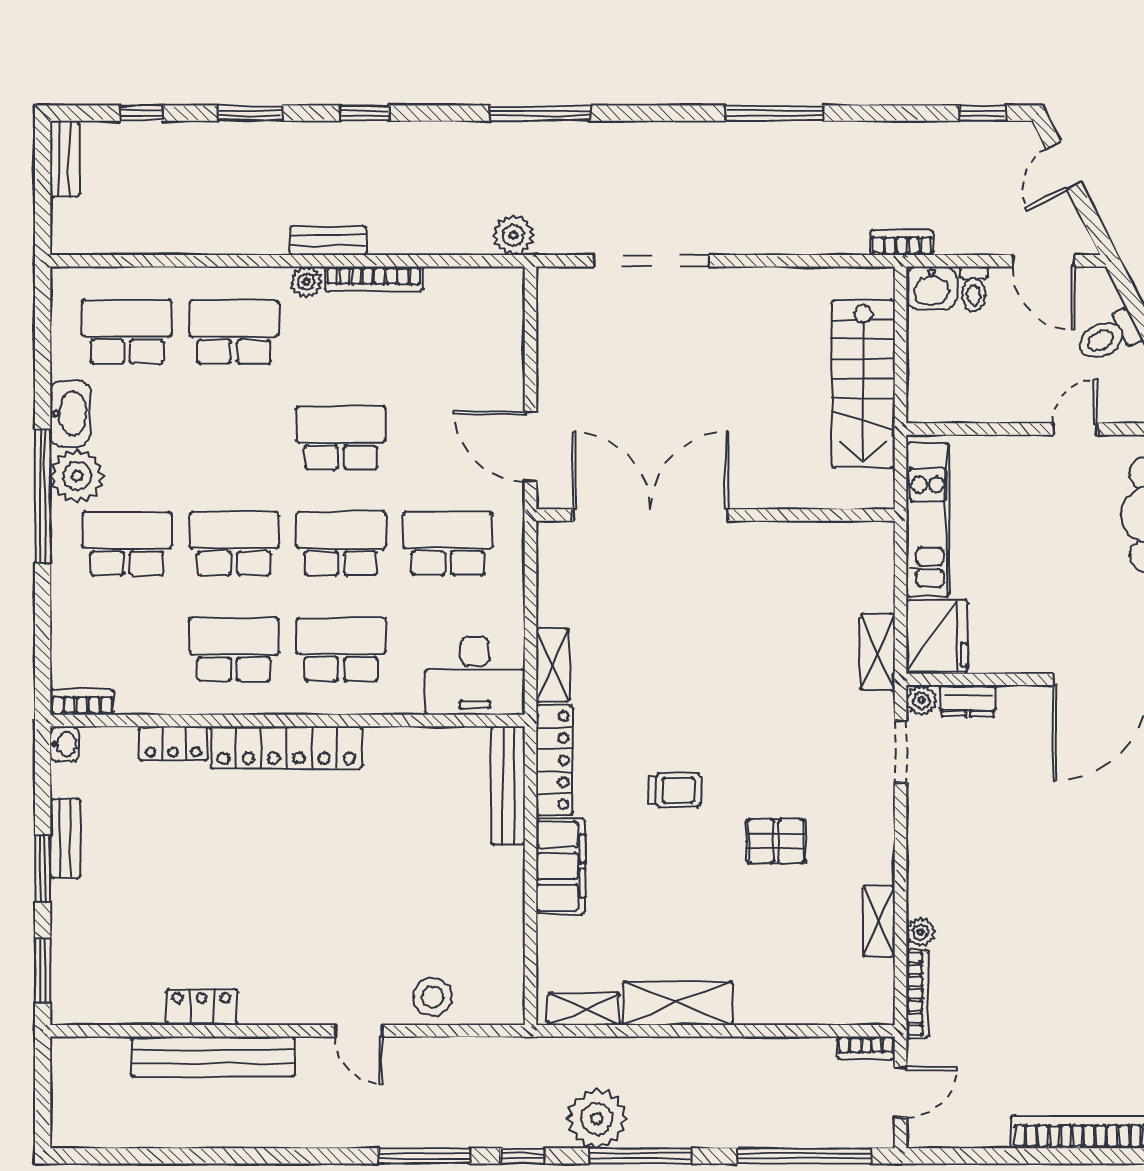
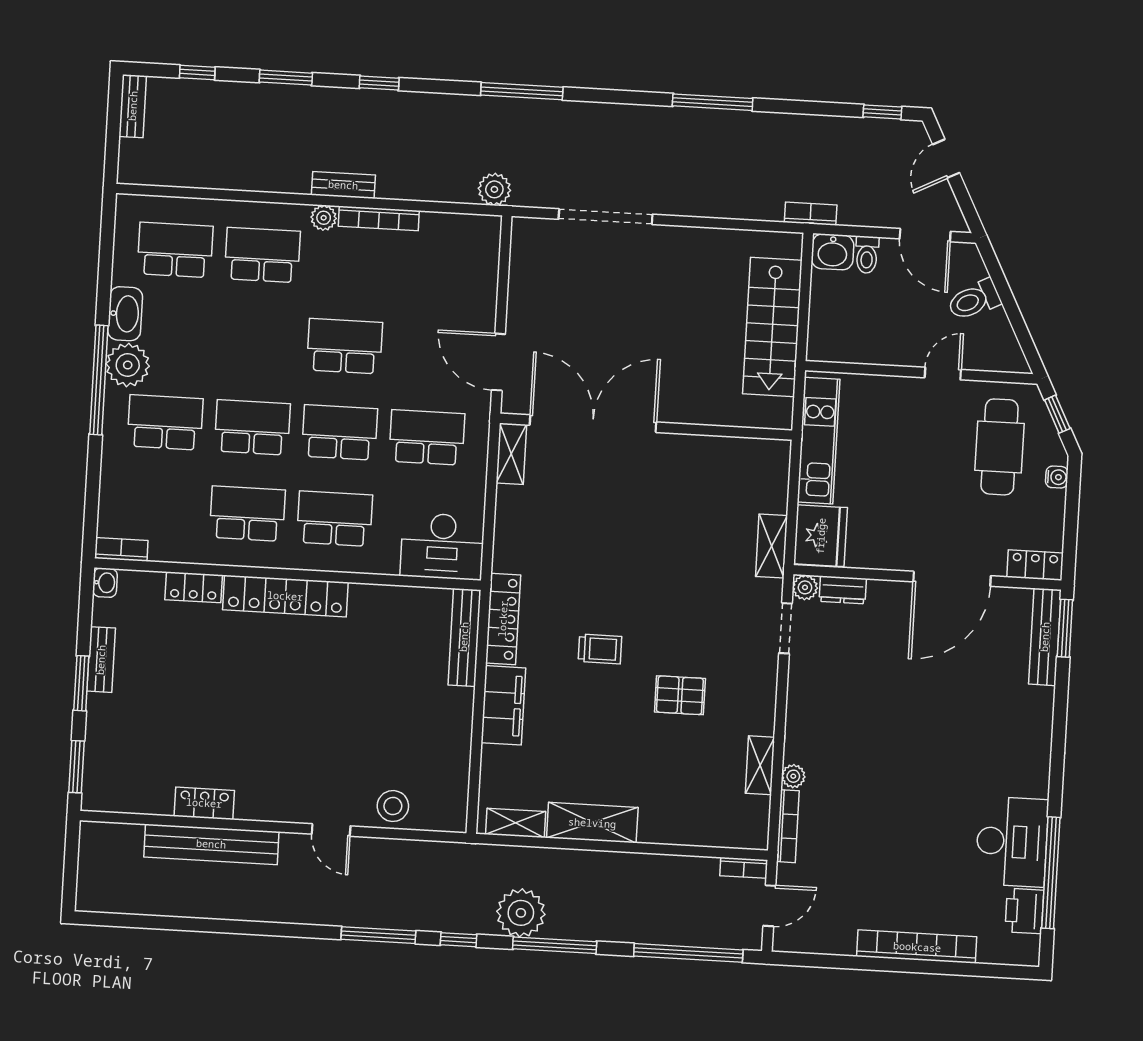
shelving: (553, 665) -> (511, 454), moved

